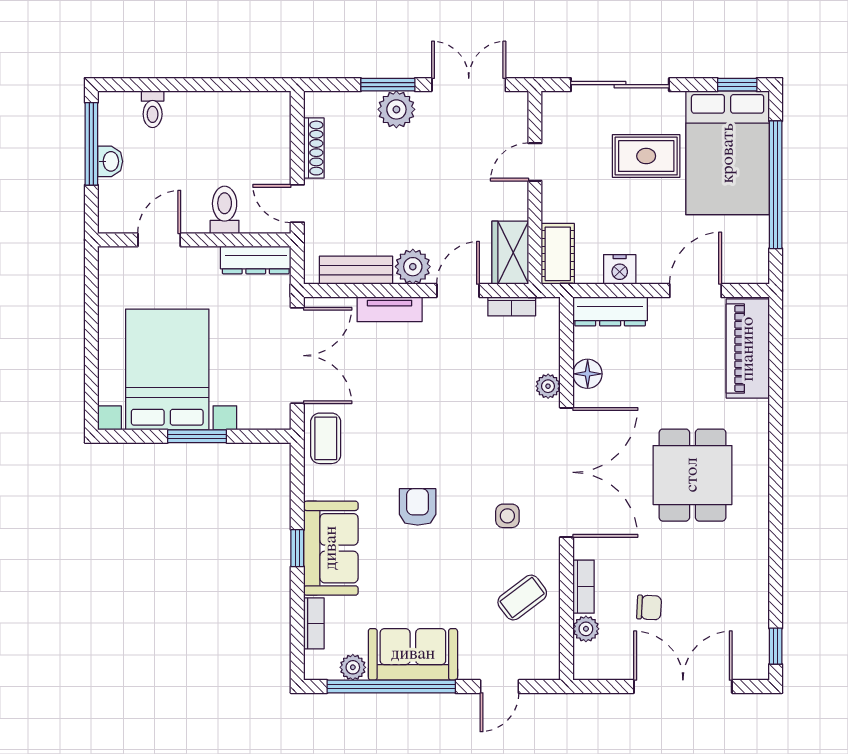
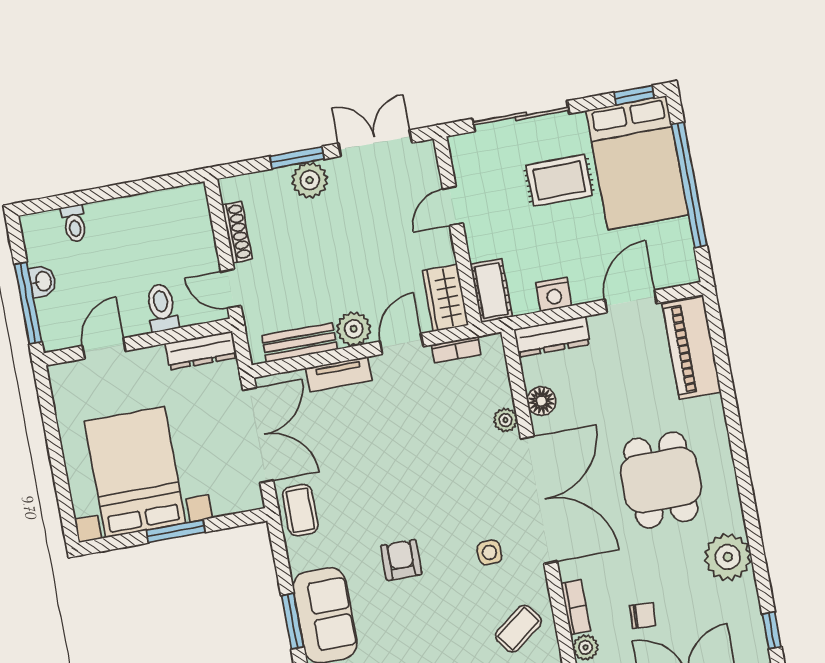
window: (91, 144) -> (28, 303), moved
window: (297, 548) -> (293, 621), width x1.50
plant: (745, 565) -> (728, 557), added

